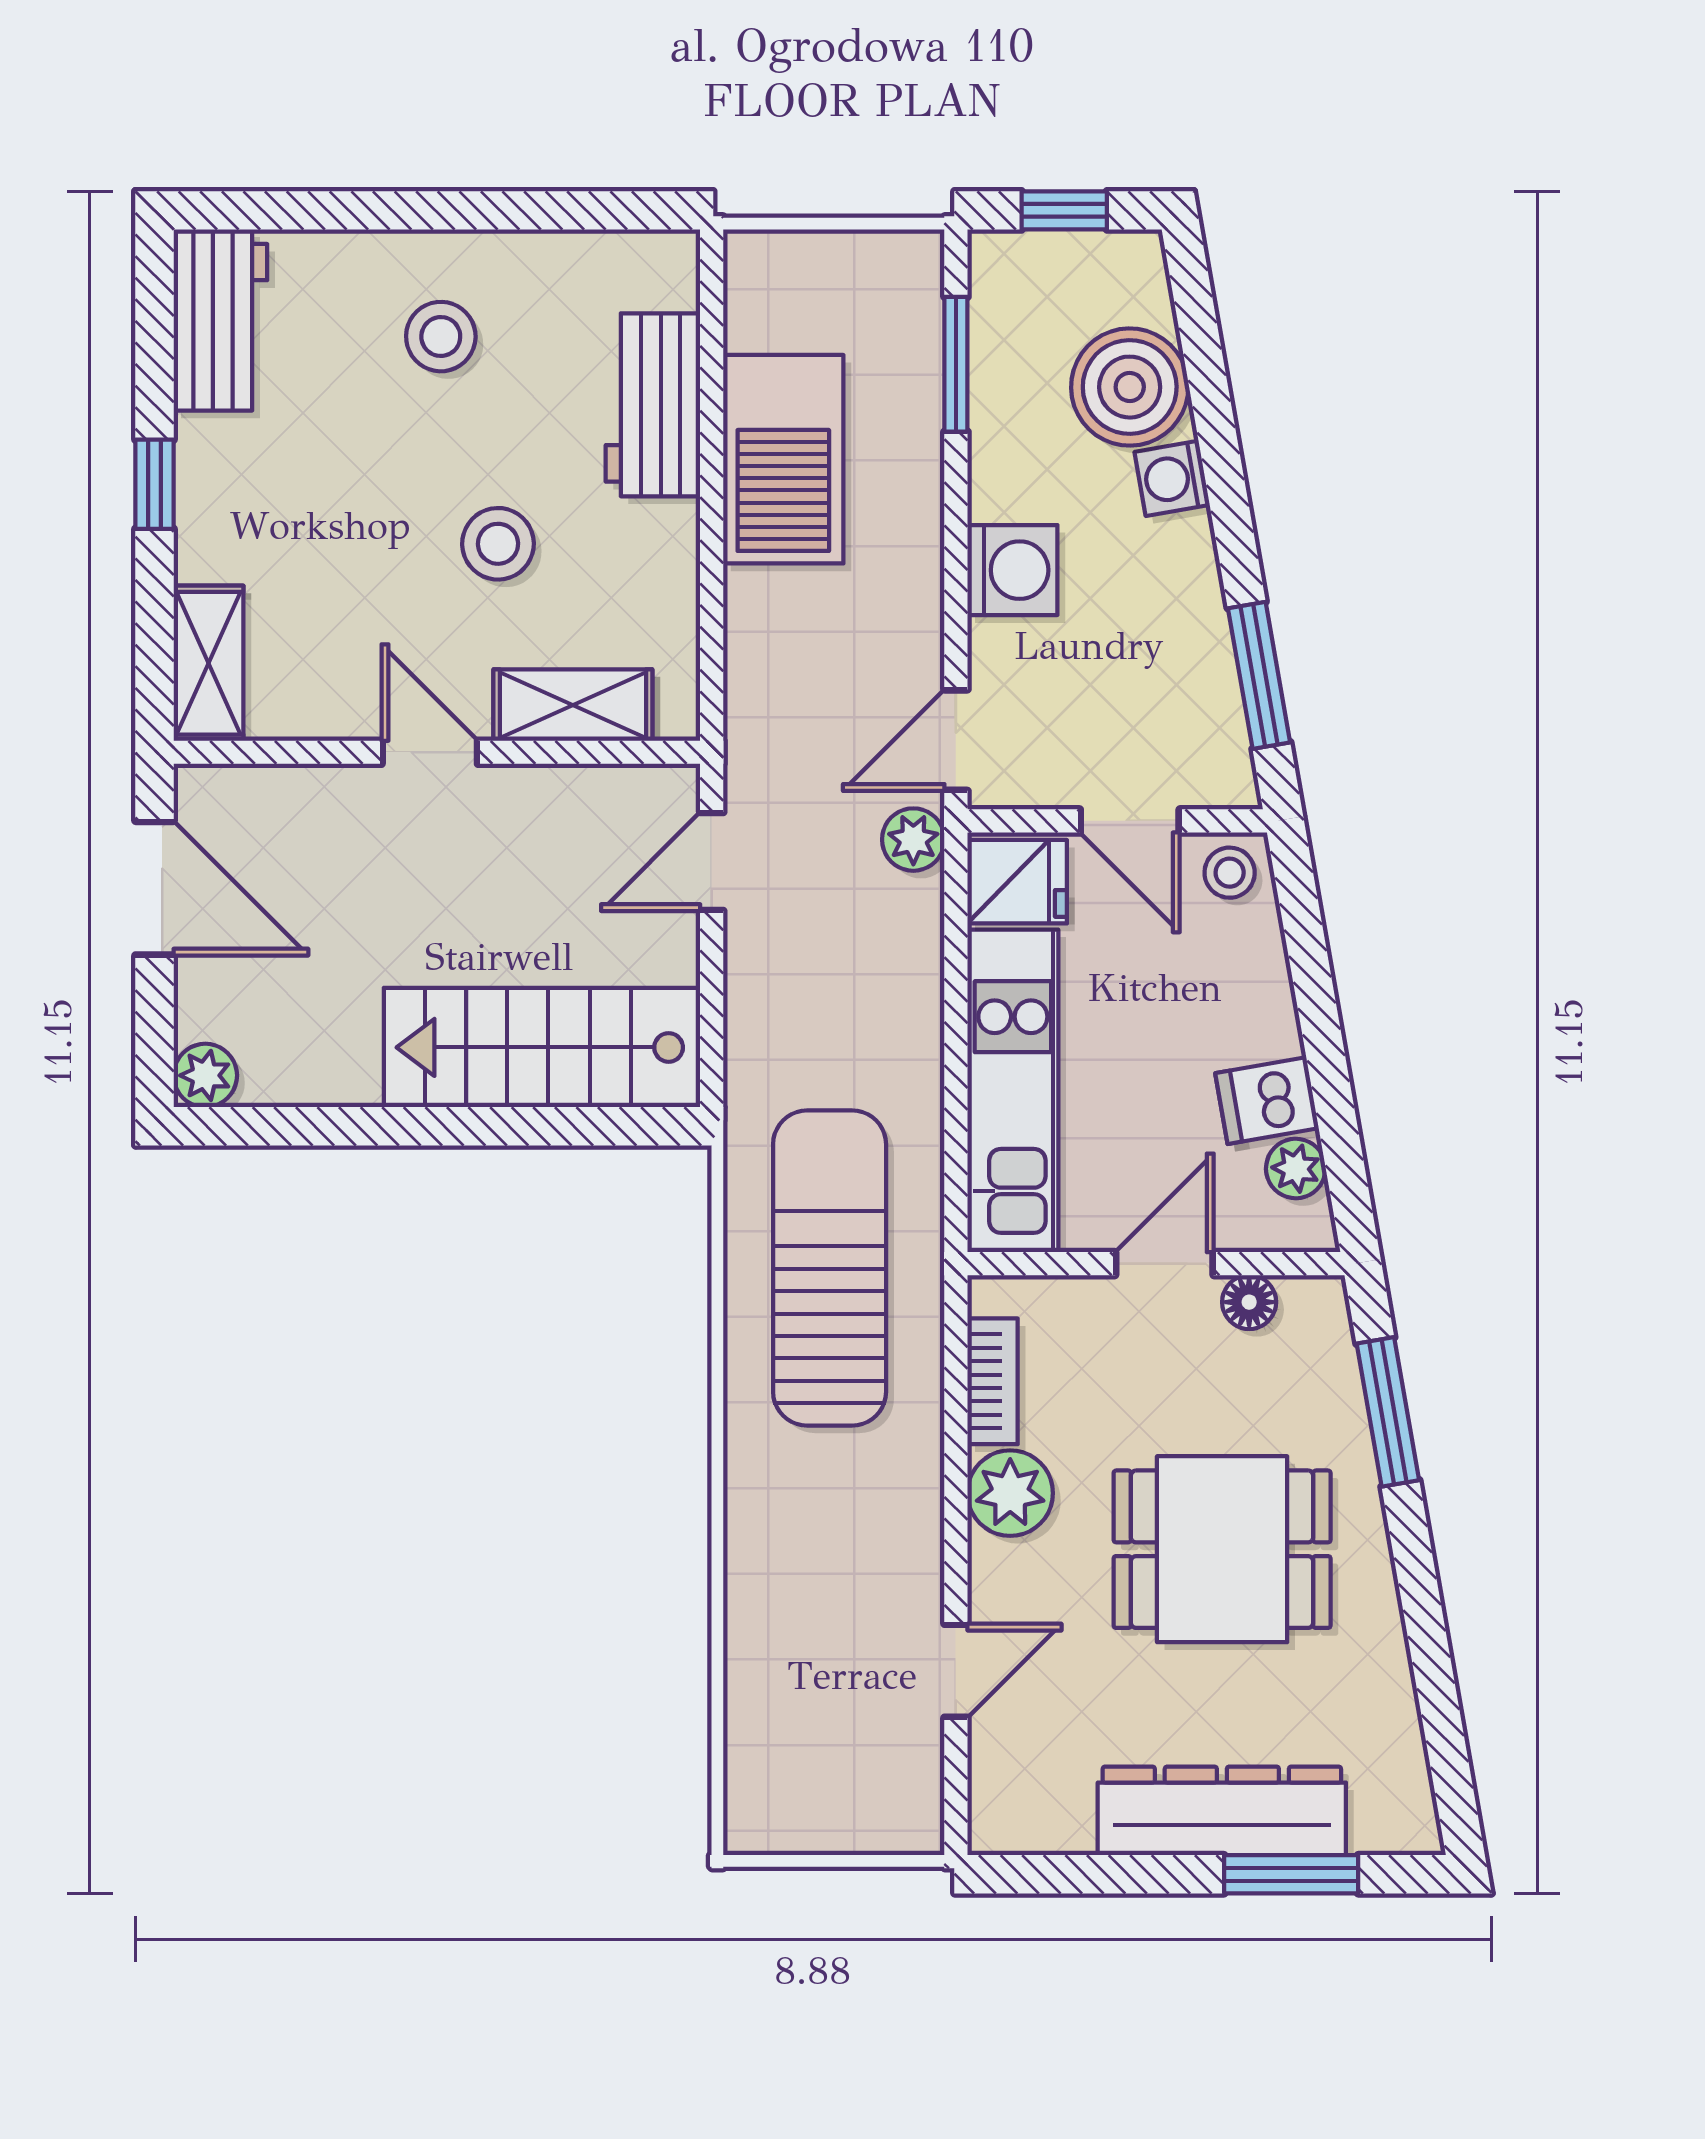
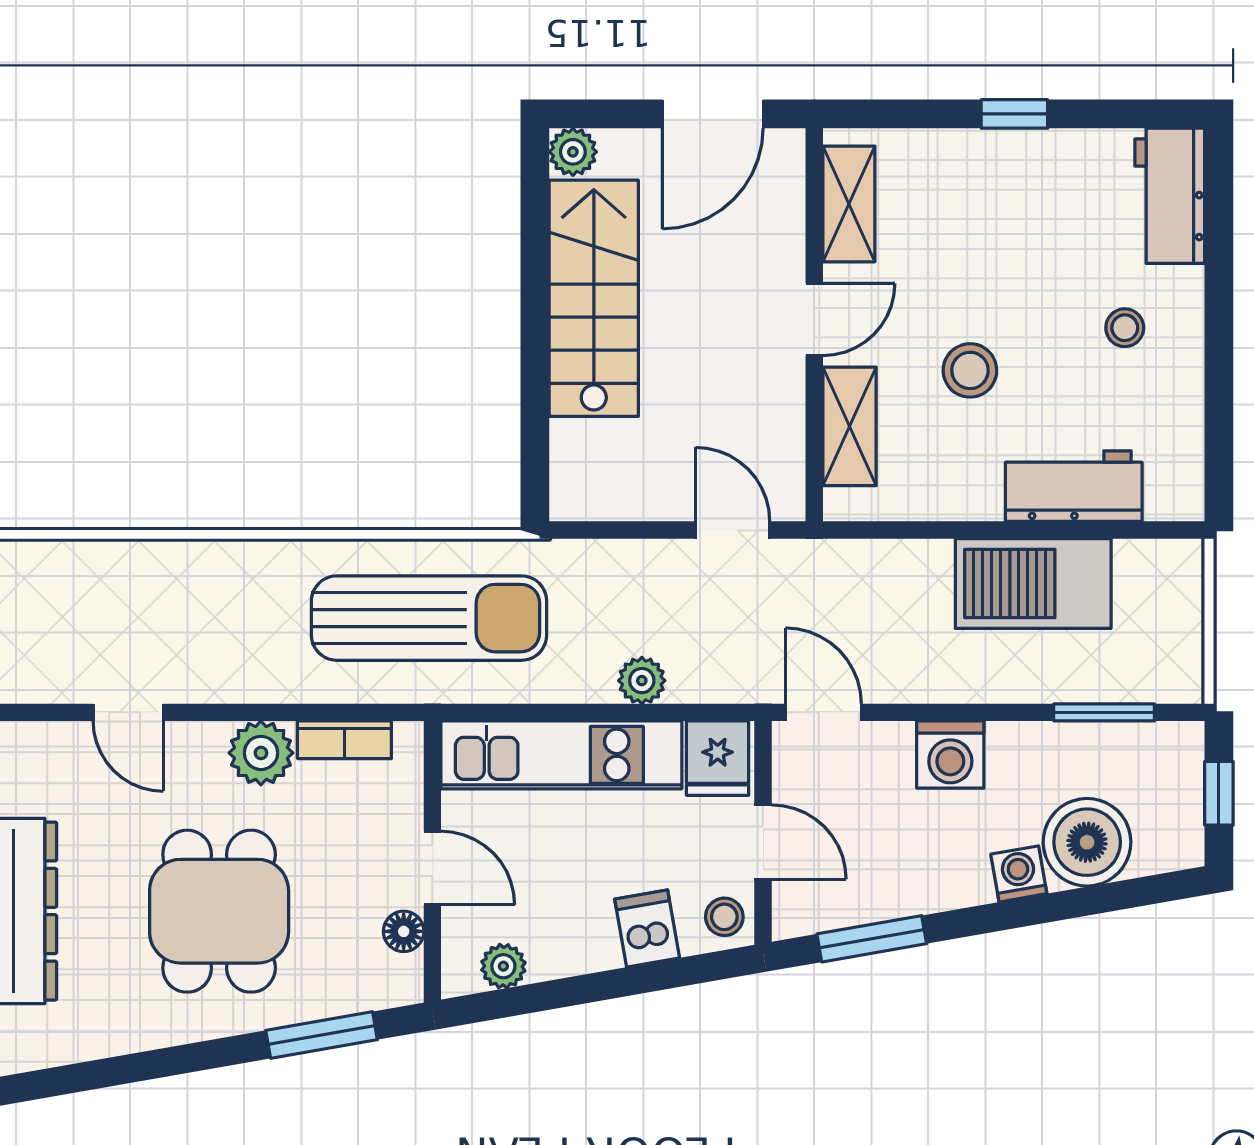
workbench: (220, 320) -> (1170, 196), moved, turned 90
stool: (441, 337) -> (1125, 328), width x0.73, depth x0.73
shelving: (209, 663) -> (849, 204), moved, turned 90
door: (1130, 821) -> (763, 842), swing flipped
plant: (913, 840) -> (642, 681), moved
stairs: (542, 1047) -> (594, 298), moved
dishwasher: (1267, 1101) -> (647, 928), moved

